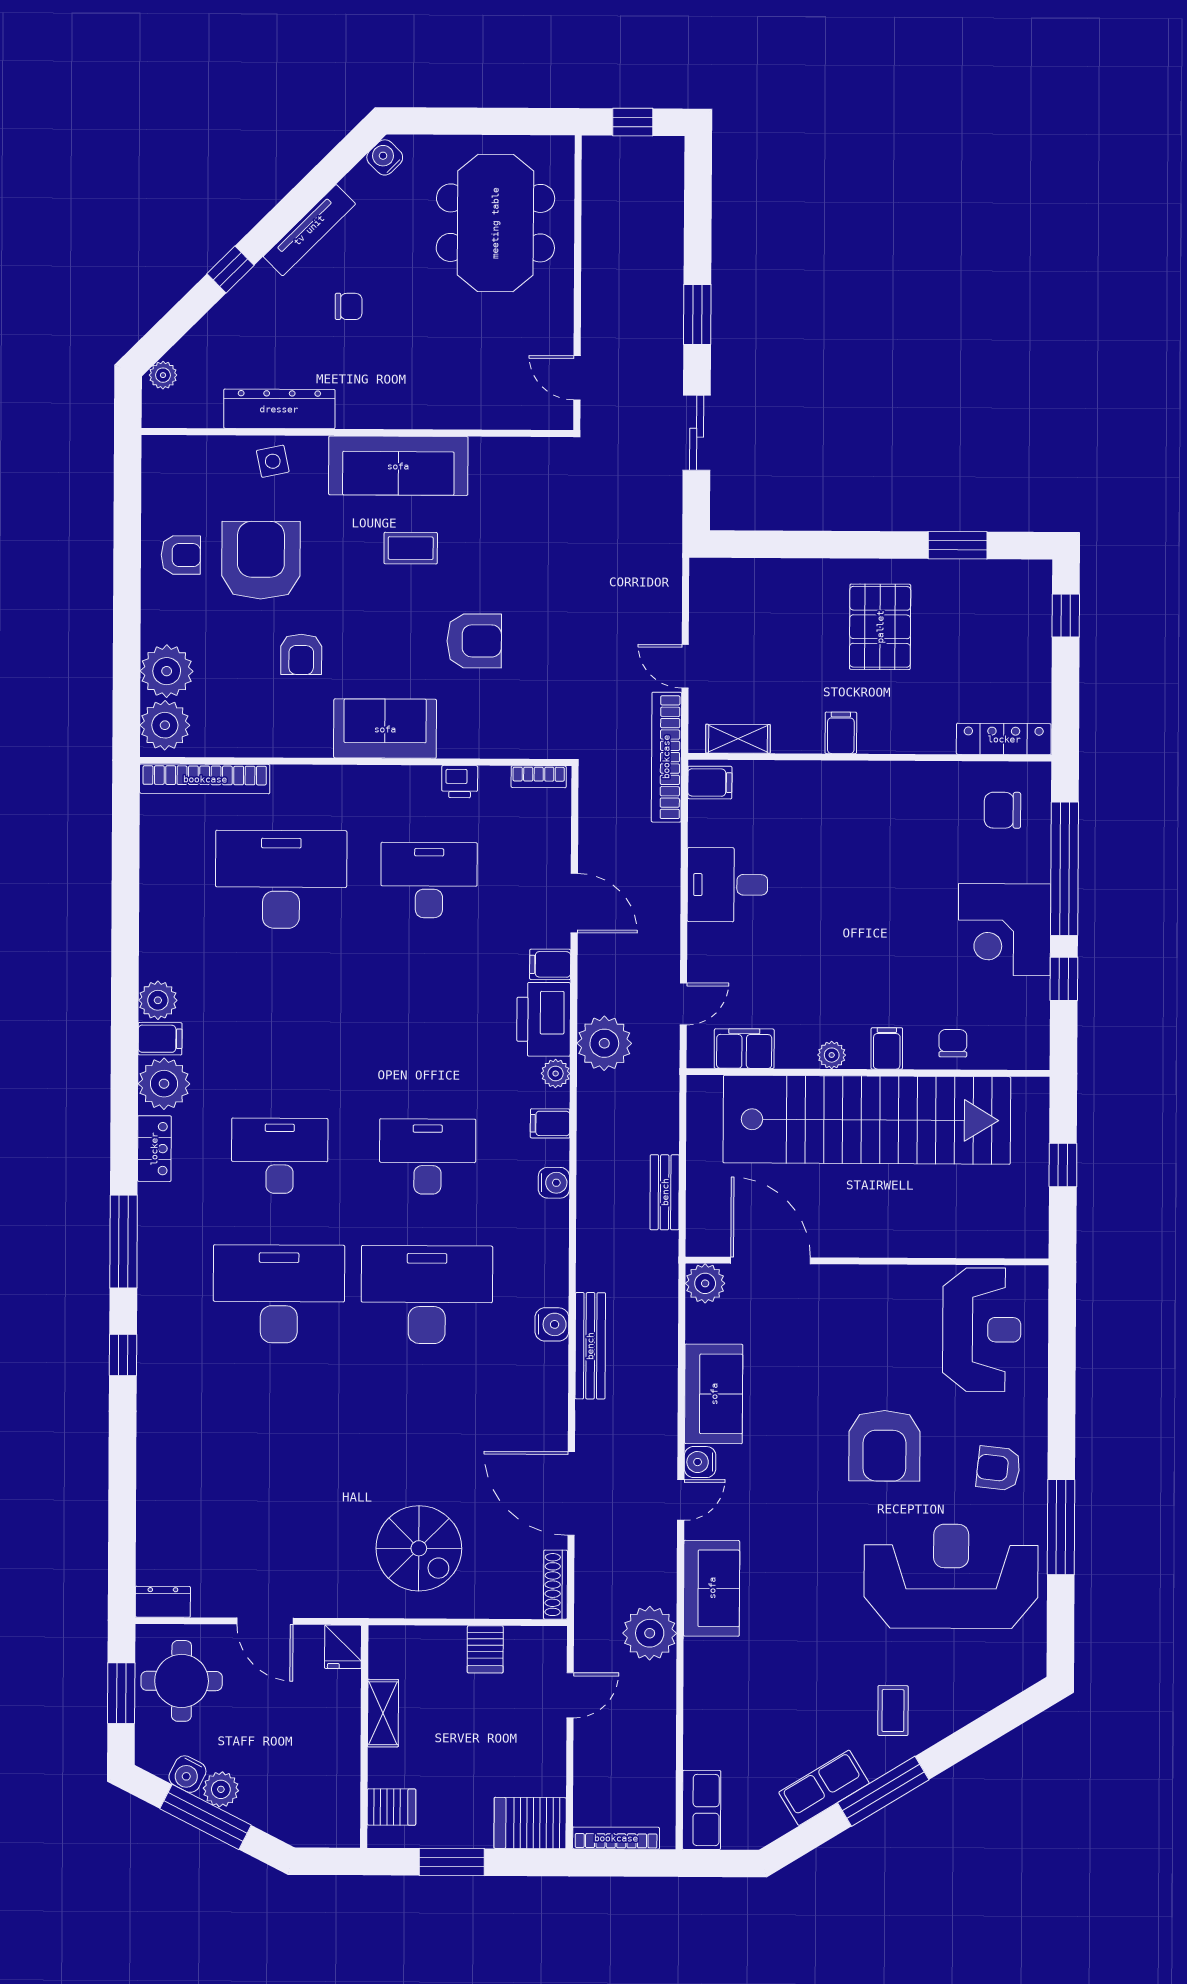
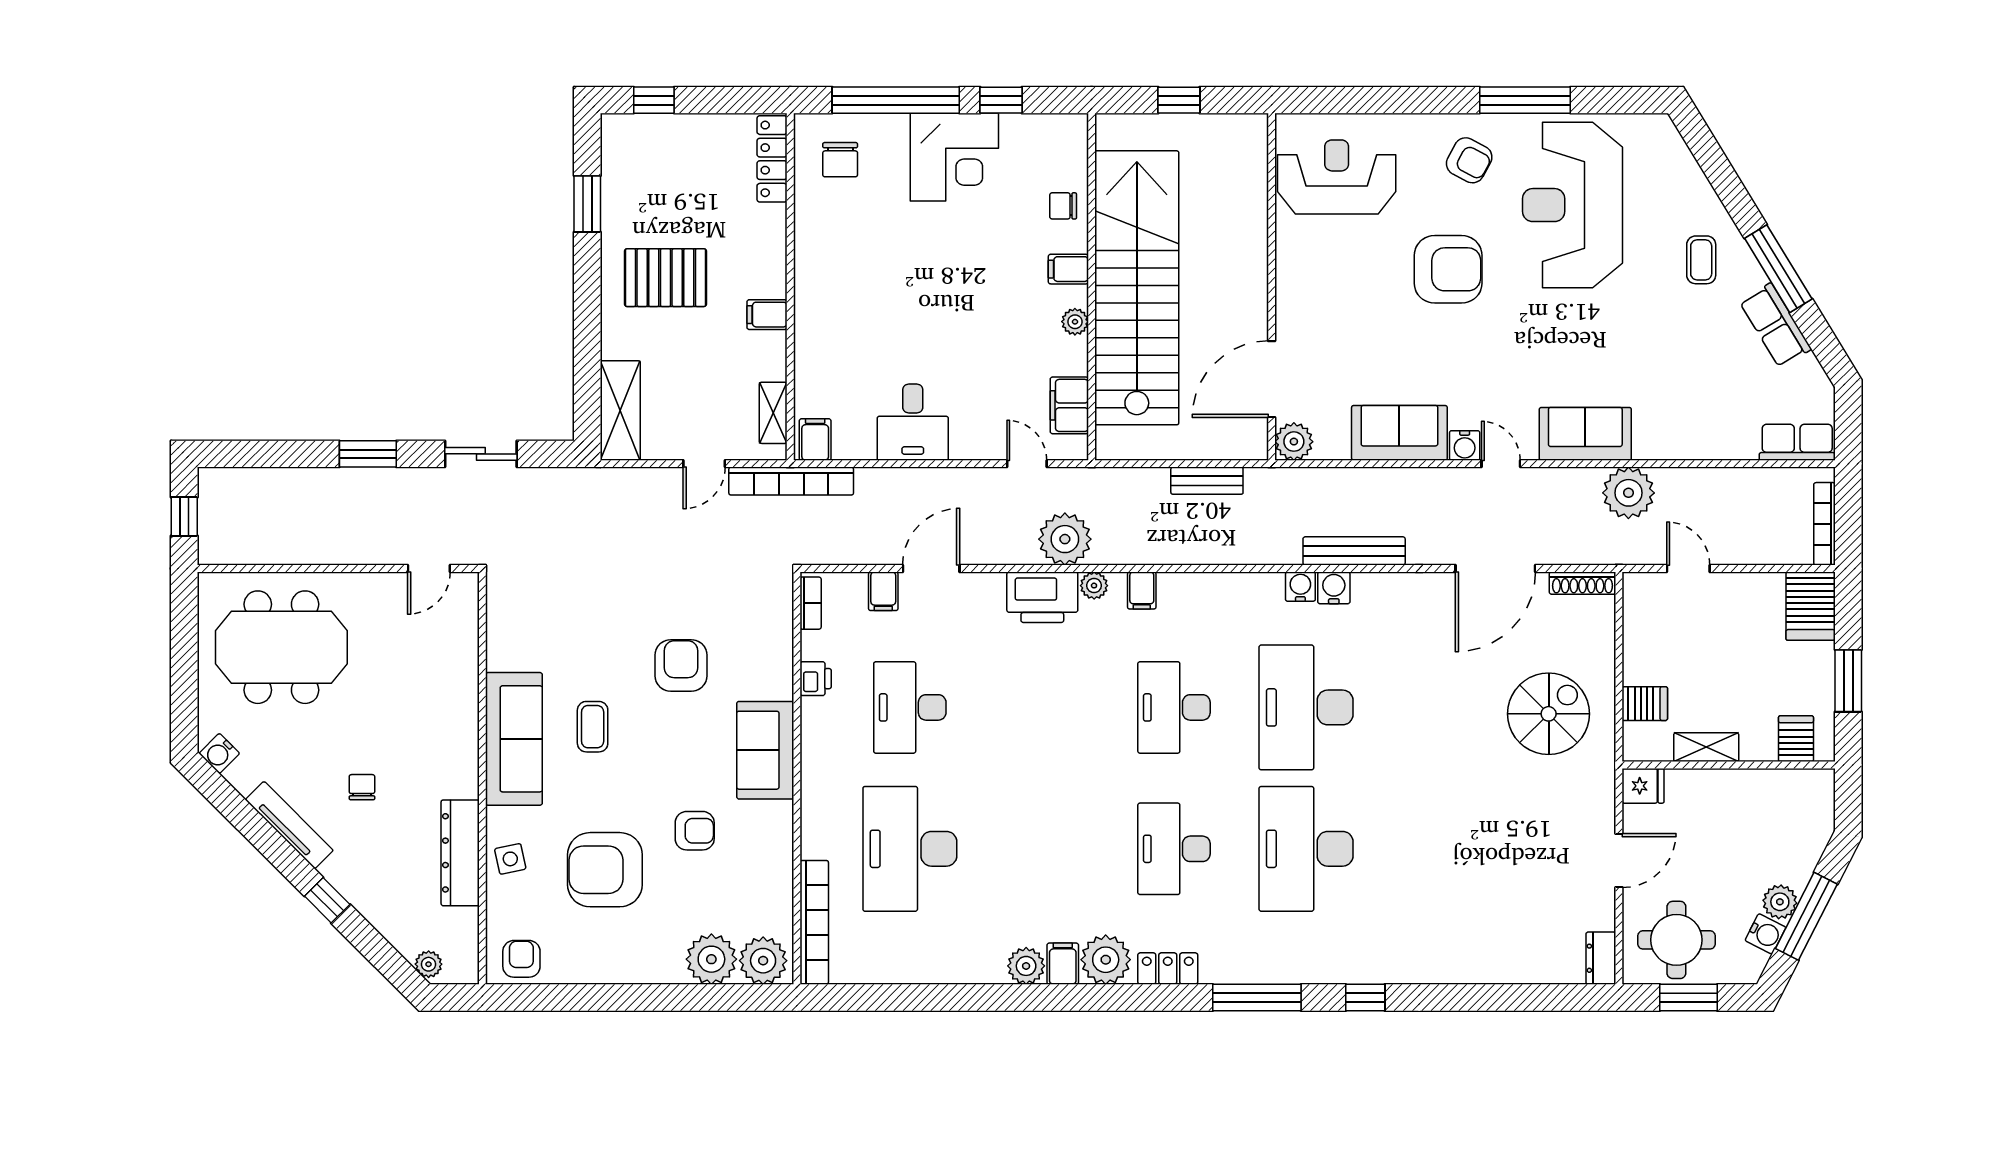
armchair: (181, 555) -> (521, 959), moved
shelving: (741, 579) -> (620, 410), added
filing cabinet: (550, 964) -> (883, 591), moved
water cooler: (554, 1183) -> (1300, 587), moved
armchair: (998, 1468) -> (1469, 160), turned -68
server rack: (485, 1649) -> (1645, 704), moved
coffee table: (893, 1711) -> (1701, 260), turned 90

